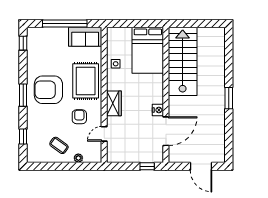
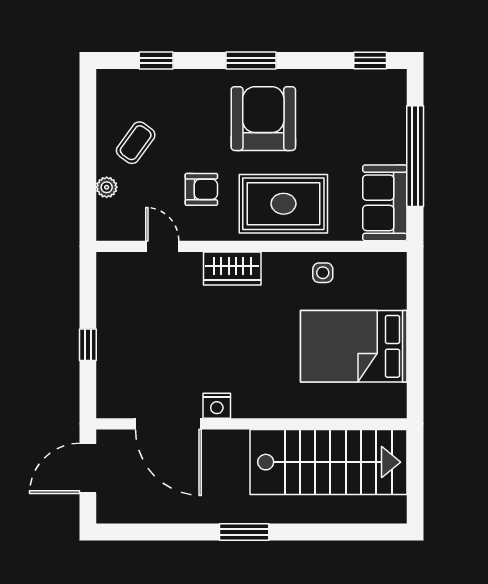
stairs: (183, 61) -> (328, 462), moved
wall: (166, 95) -> (252, 424), moved
nightstand: (158, 110) -> (217, 406), moved
door: (166, 131) -> (168, 424), moved

